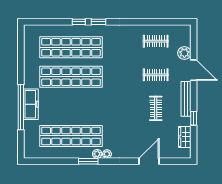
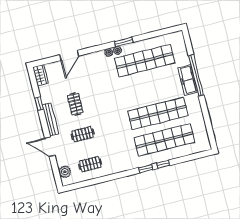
plant: (184, 53) -> (65, 172), moved
wardrobe: (185, 137) -> (40, 75), moved

